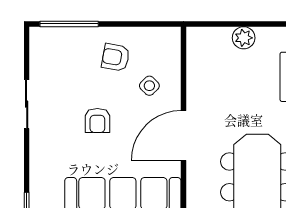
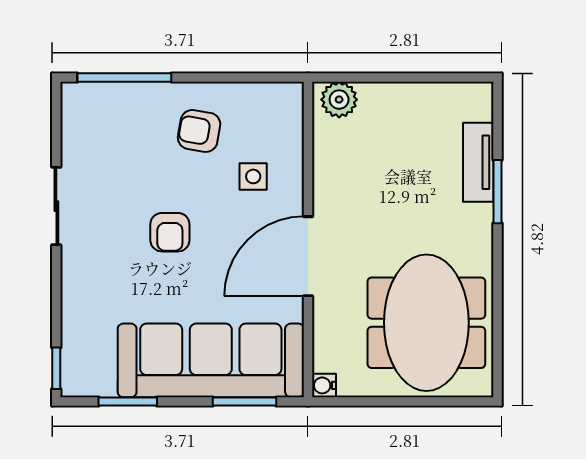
plant: (244, 38) -> (339, 100), moved
side table: (149, 86) -> (253, 176), turned 45

